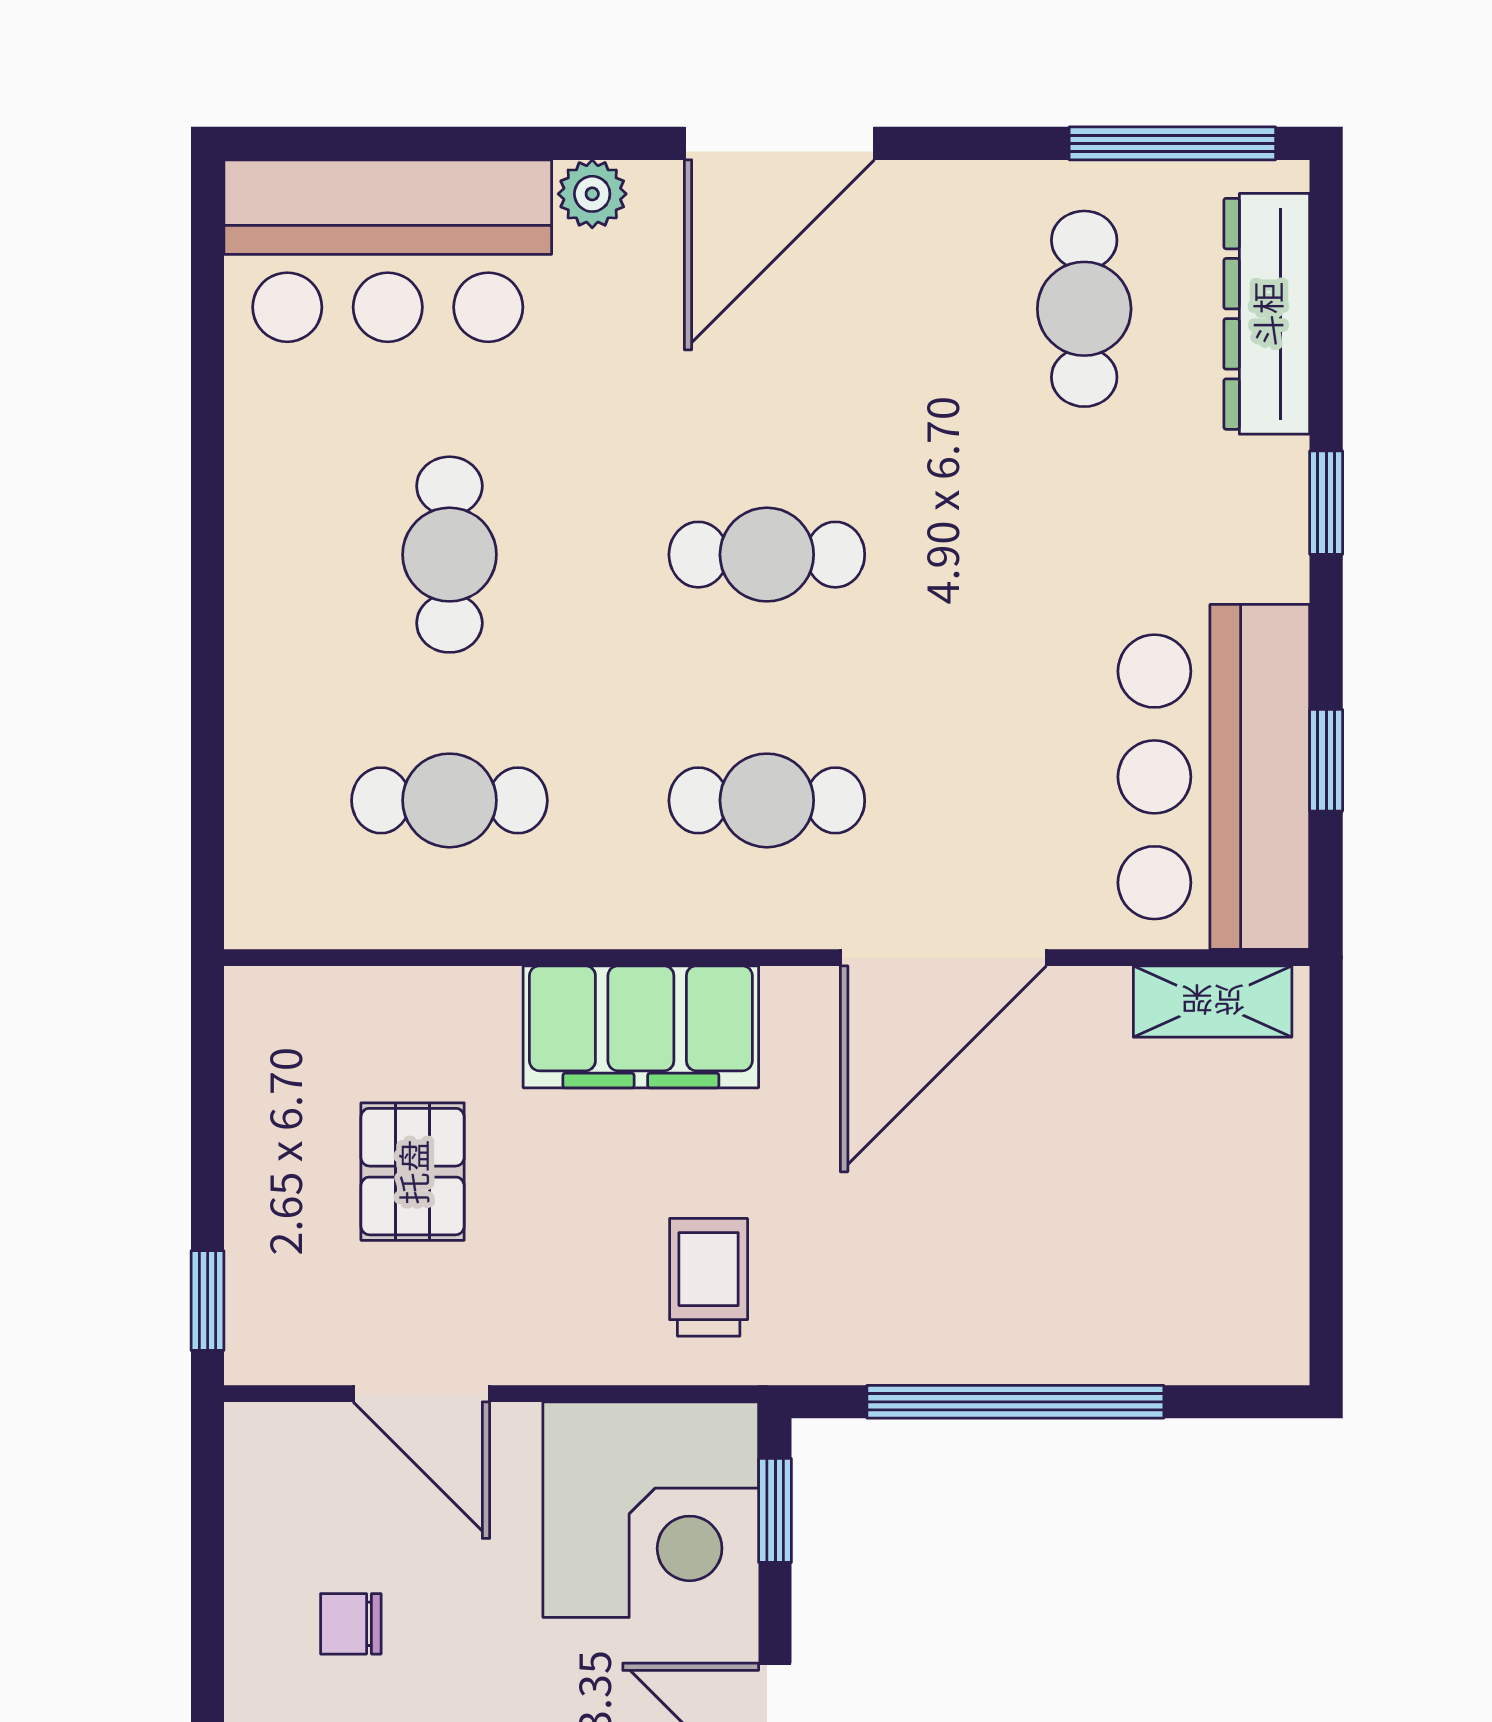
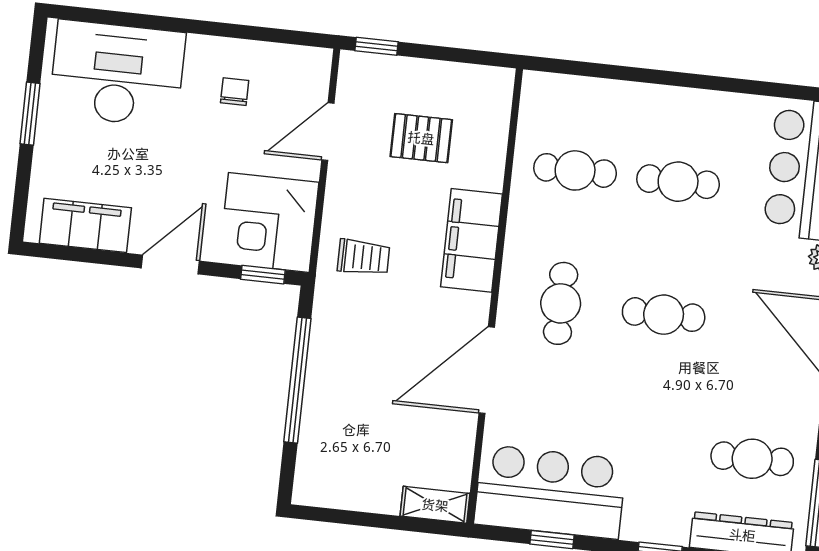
cafe table: (767, 555) -> (664, 315), turned 90
cafe table: (449, 800) -> (575, 170), turned 90
door: (943, 958) -> (487, 370), hinge flipped
shelving: (1213, 1001) -> (435, 505), moved, turned 90

